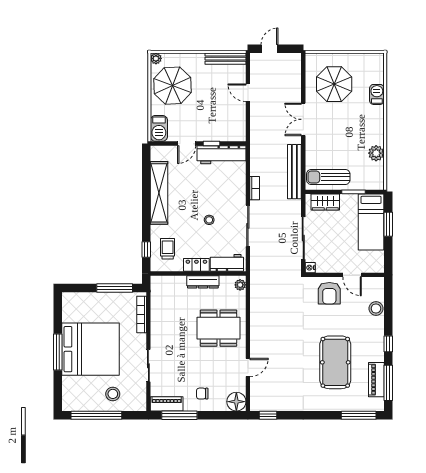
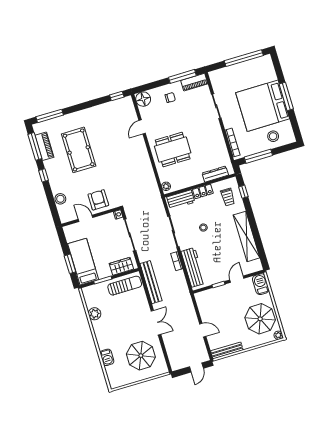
workbench: (221, 155) -> (193, 267), moved, turned 90
dresser: (203, 282) -> (215, 174), moved
stool: (113, 394) -> (273, 136), moved

